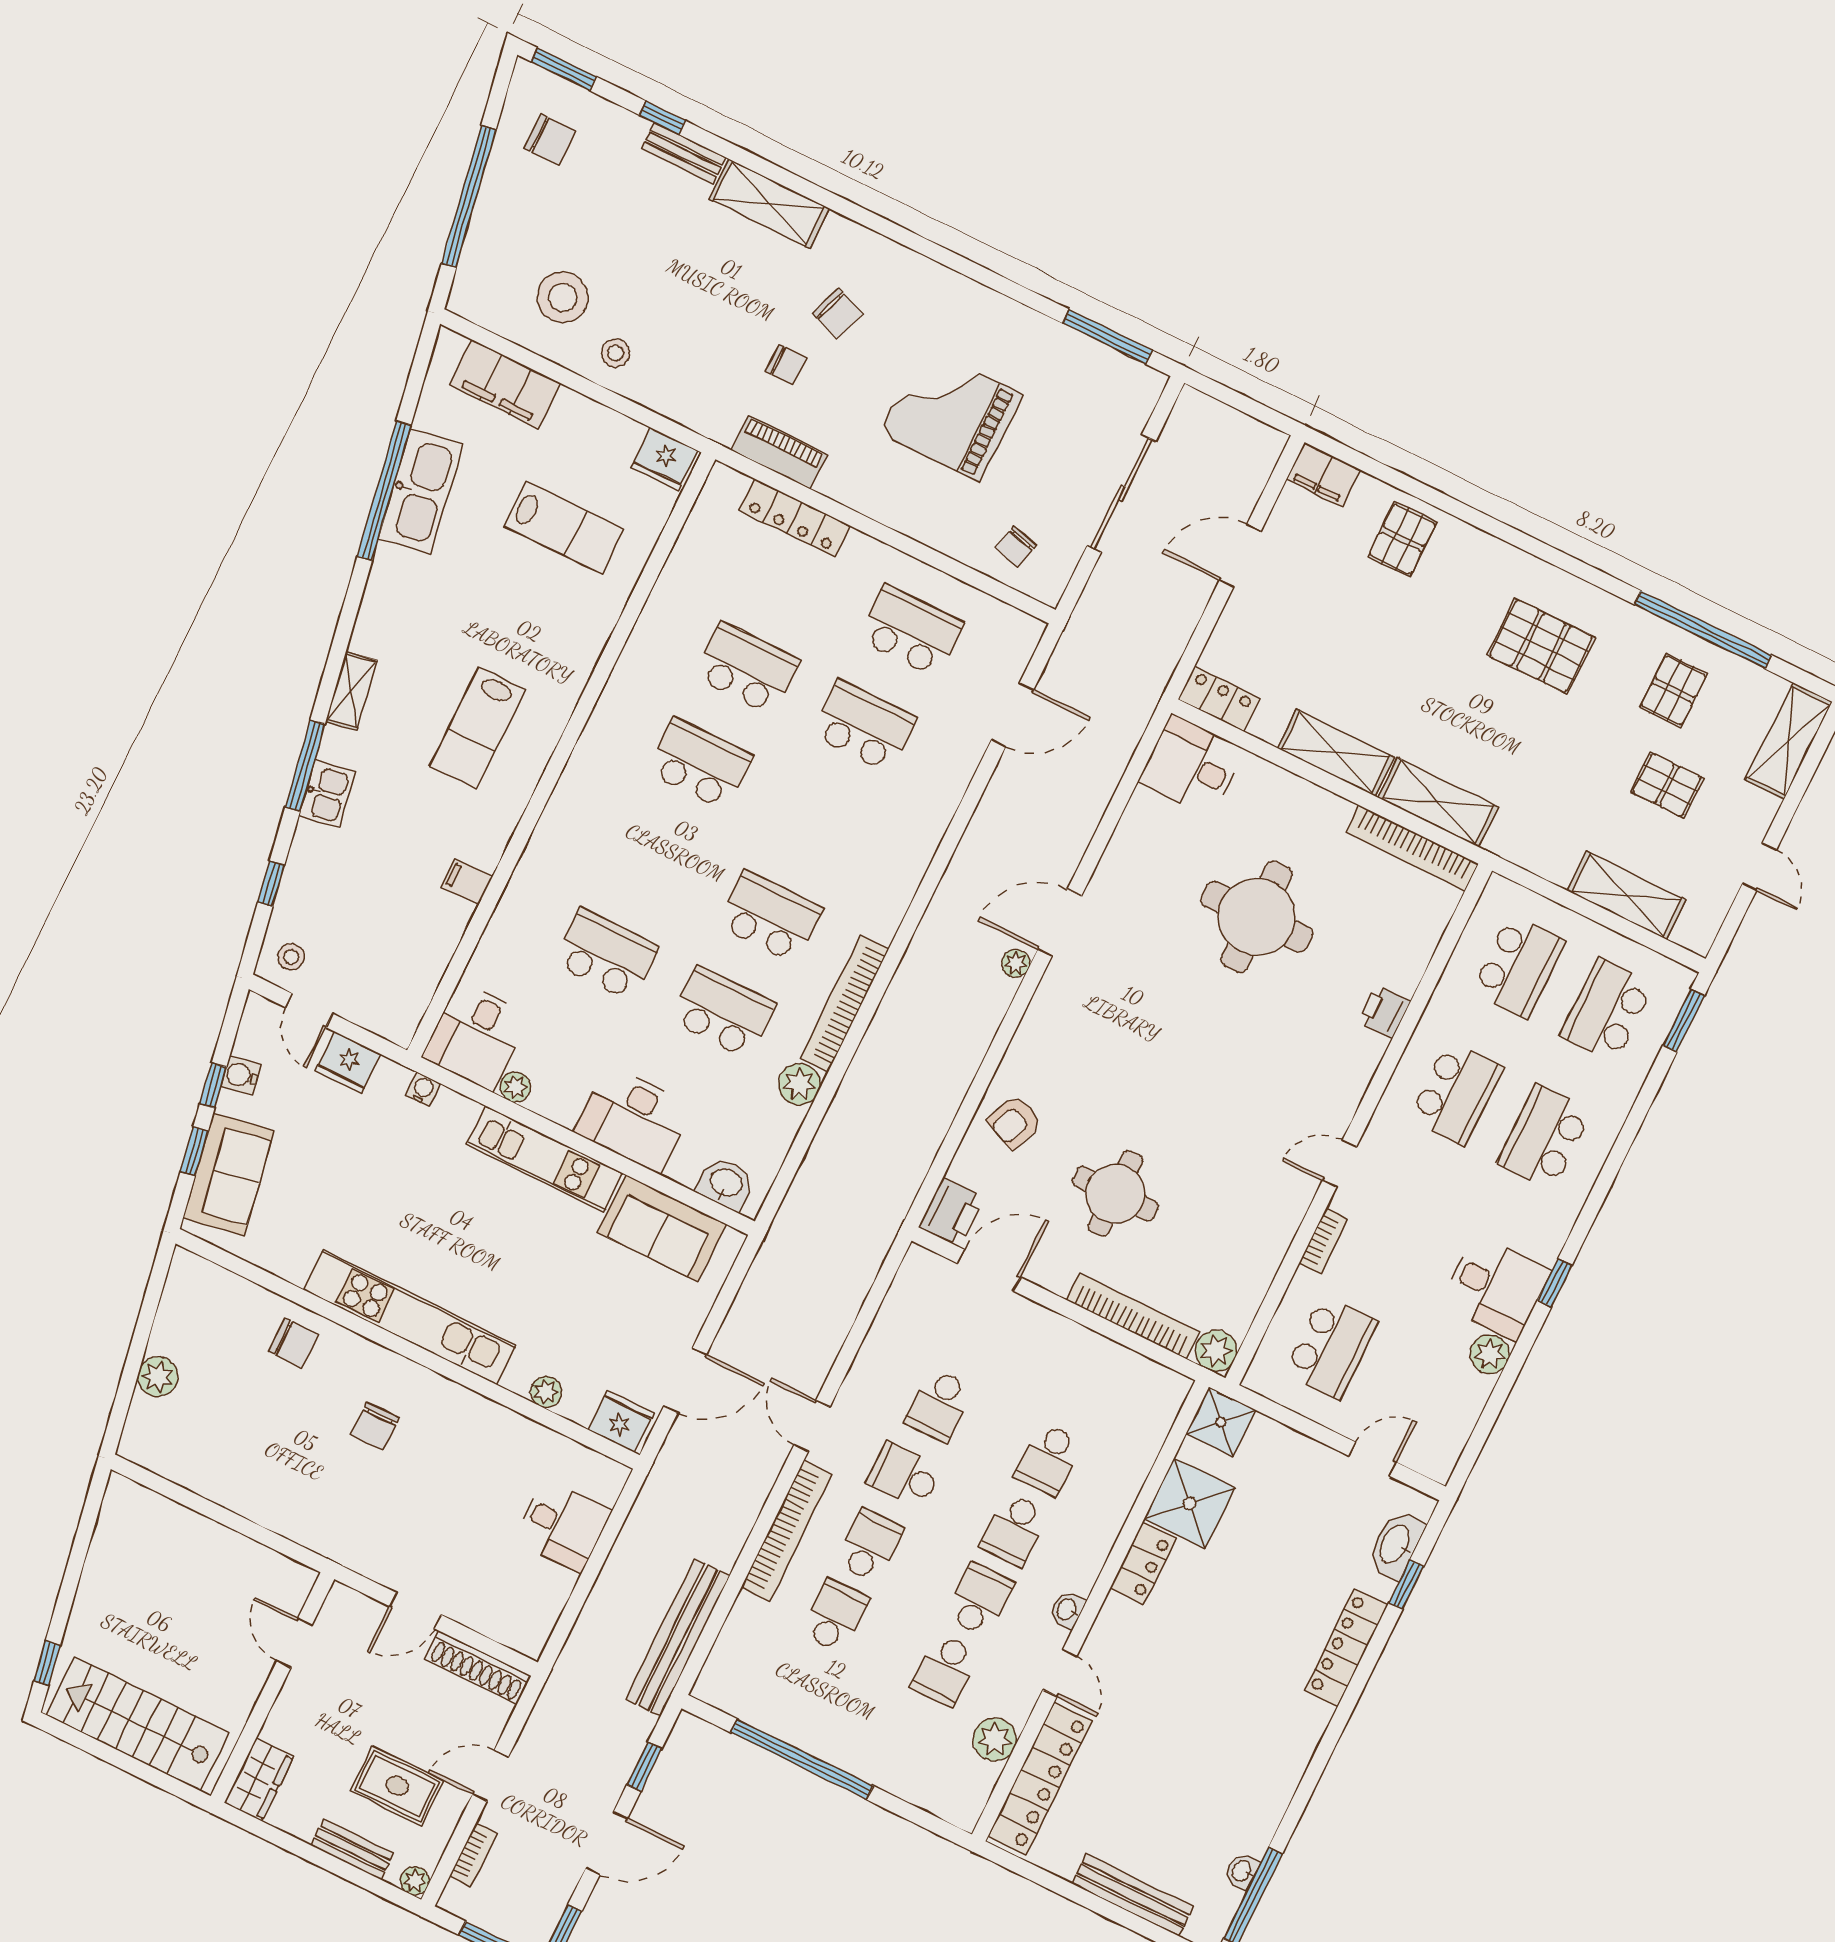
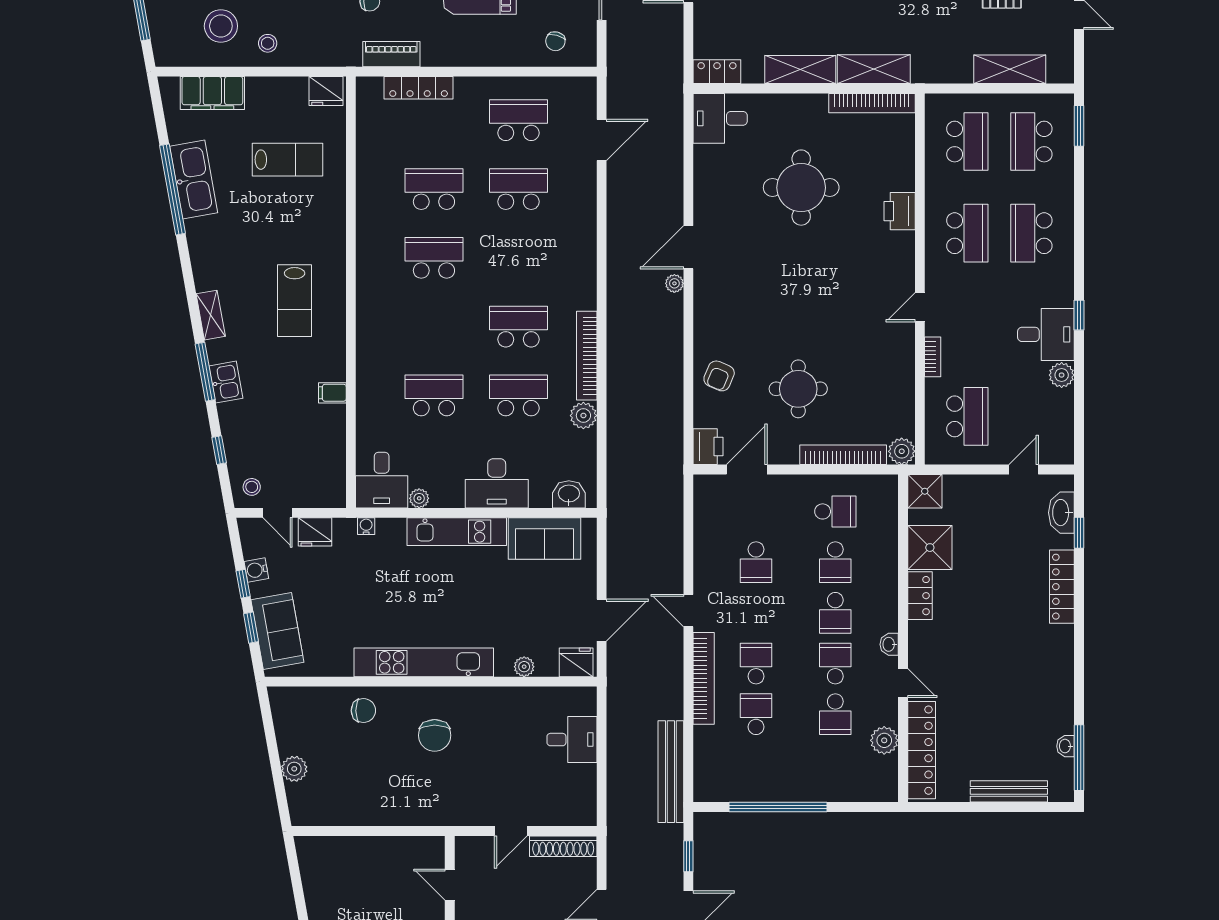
printer: (1384, 1012) -> (900, 211), width x1.36, depth x1.24
chair: (375, 1426) -> (435, 735), width x1.37, depth x1.37
school desk: (904, 1475) -> (835, 511), moved, turned 180

